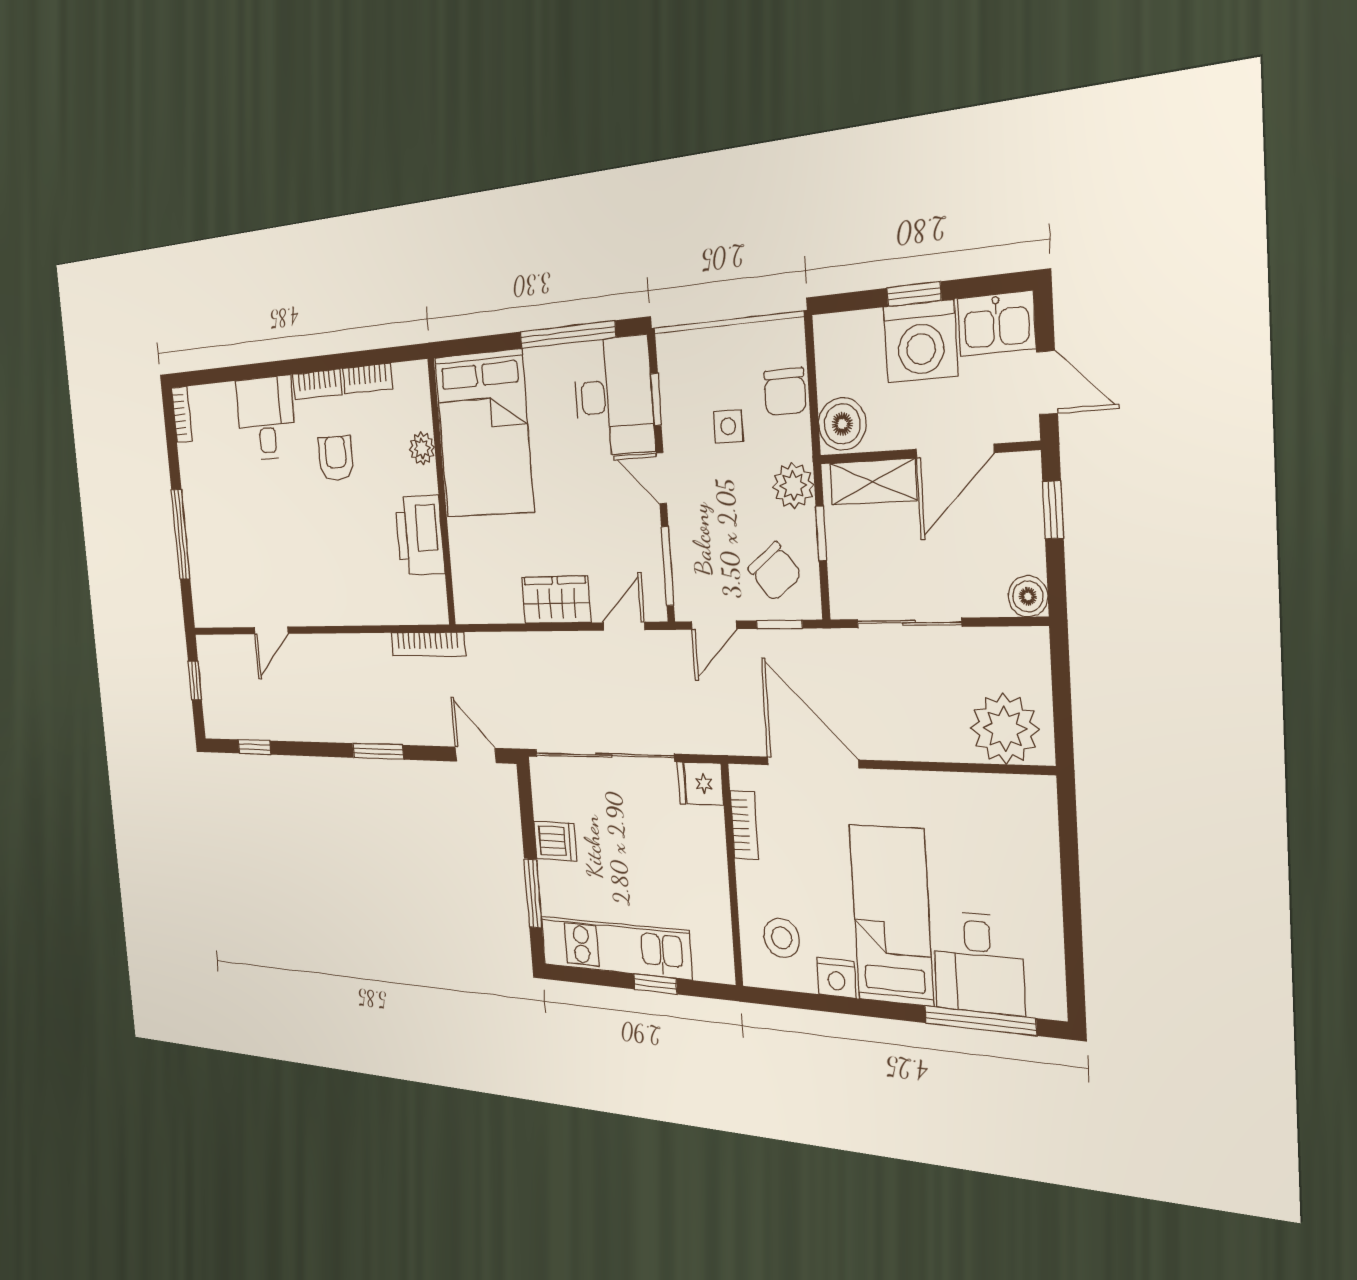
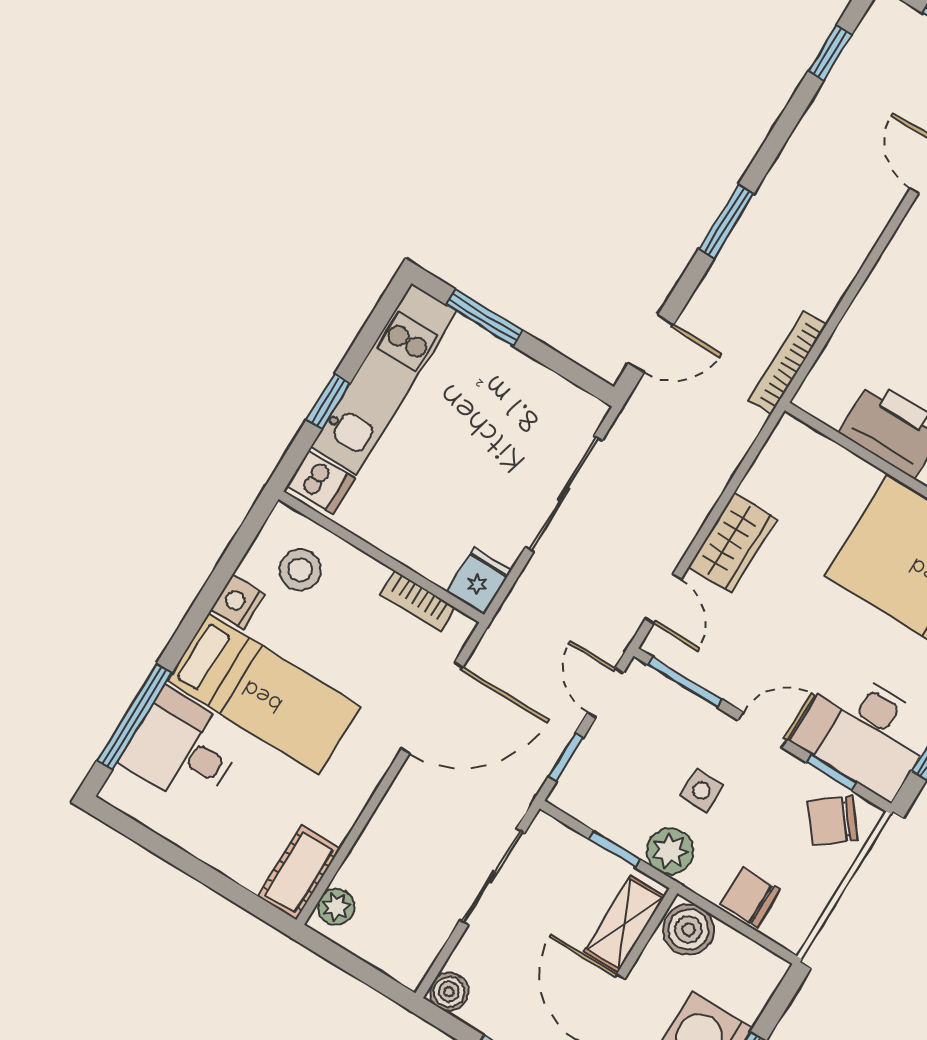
side table: (728, 426) -> (701, 791), moved
chair: (775, 572) -> (833, 821), moved
plant: (1005, 729) -> (336, 907), width x0.53, depth x0.53
sliding door: (603, 755) -> (564, 494), width x0.73
cot: (1014, 798) -> (299, 872), added
dishwasher: (555, 841) -> (321, 482), moved, turned -90

